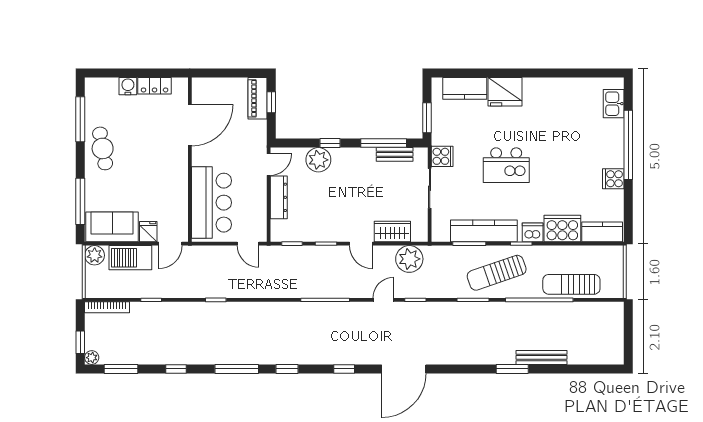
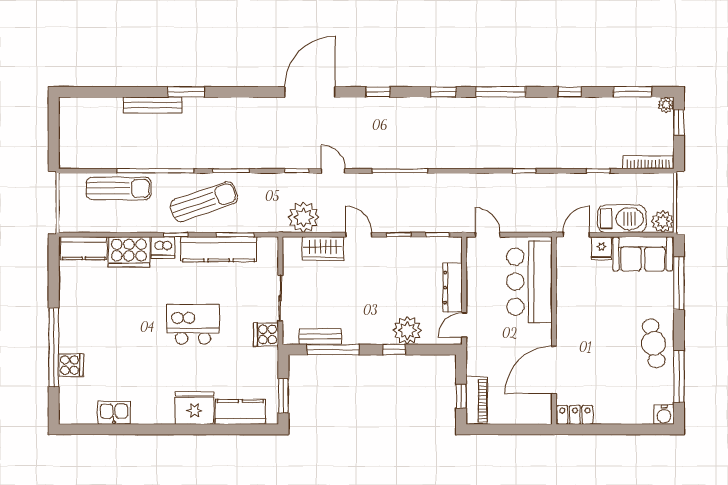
water cooler: (128, 86) -> (664, 415), moved
locker: (155, 86) -> (575, 415), moved
kitchen sink: (614, 104) -> (114, 413), moved, turned -90
window: (427, 118) -> (283, 396), moved
cooker: (613, 179) -> (71, 365), moved
door: (384, 300) -> (333, 171), swing flipped

